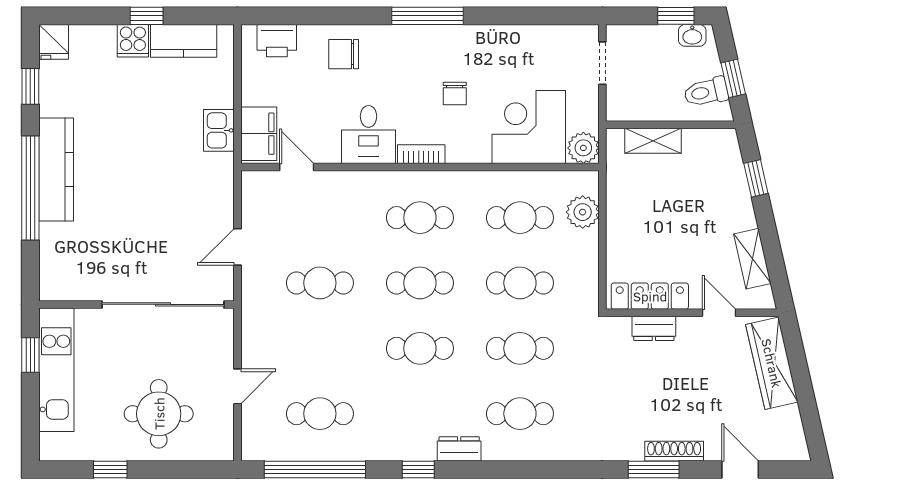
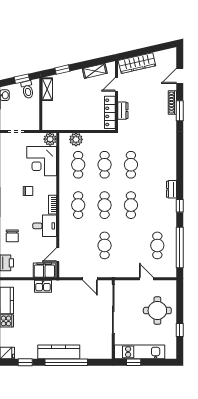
shelving: (653, 141) -> (47, 89), moved
cafe table: (520, 414) -> (157, 165), removed

